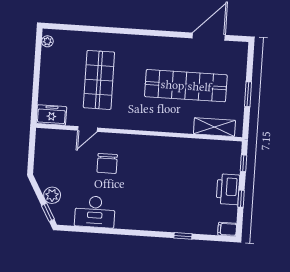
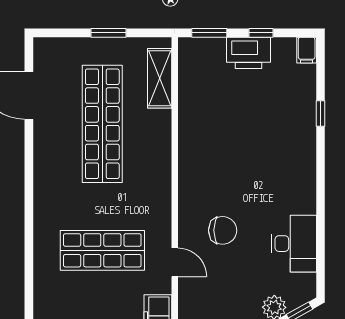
window: (243, 163) -> (209, 33), width x1.50

